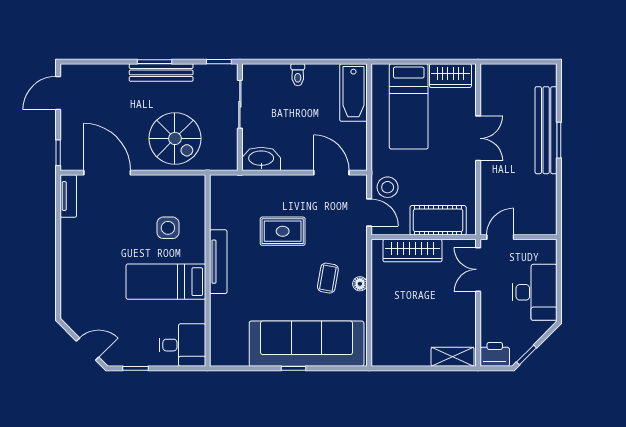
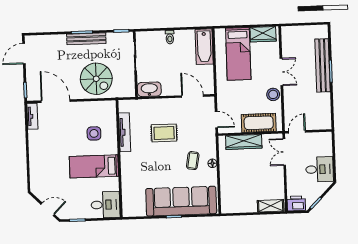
stool: (388, 187) -> (273, 94), moved
tv unit: (218, 262) -> (125, 132), moved
desk: (535, 292) -> (320, 169), width x0.73

